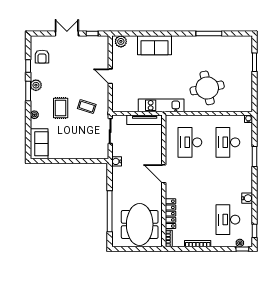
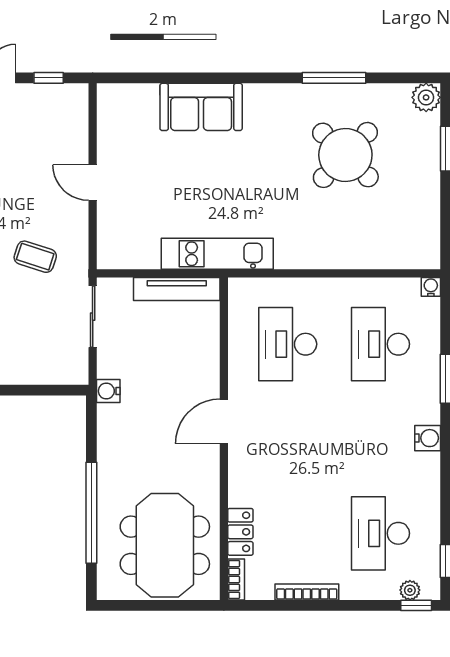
plant: (121, 41) -> (426, 97), moved
round table: (207, 88) -> (345, 155), moved, turned -34
door: (164, 174) -> (224, 421), hinge flipped
water cooler: (247, 198) -> (428, 438), moved
locker: (171, 214) -> (240, 532), width x0.66

